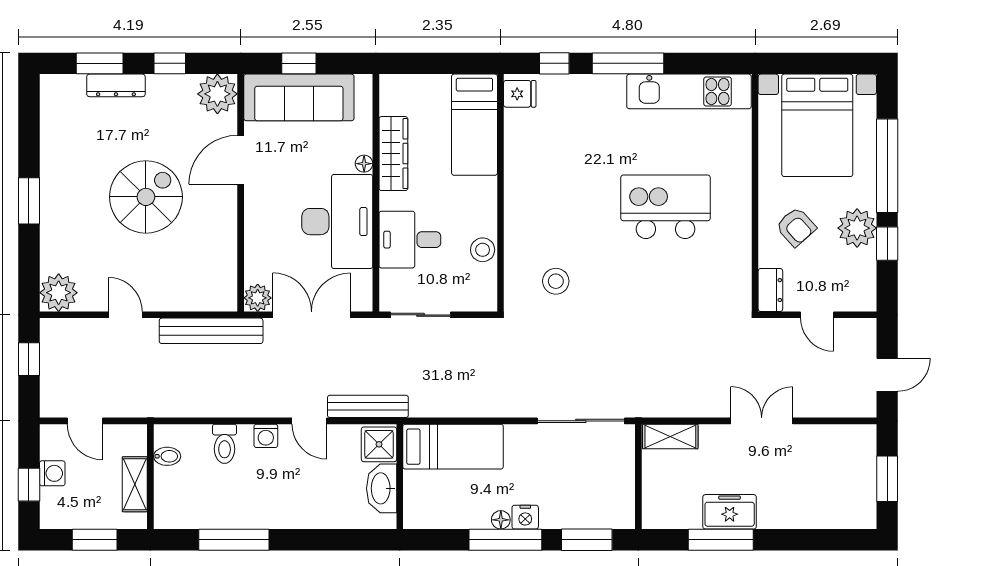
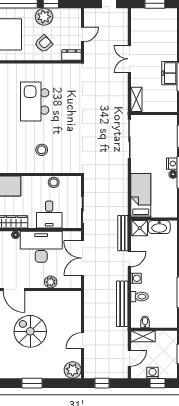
stool: (556, 281) -> (42, 150), moved
plant: (258, 298) -> (51, 282), moved
bench: (211, 331) -> (122, 304), moved
shelving: (135, 484) -> (143, 336), moved

